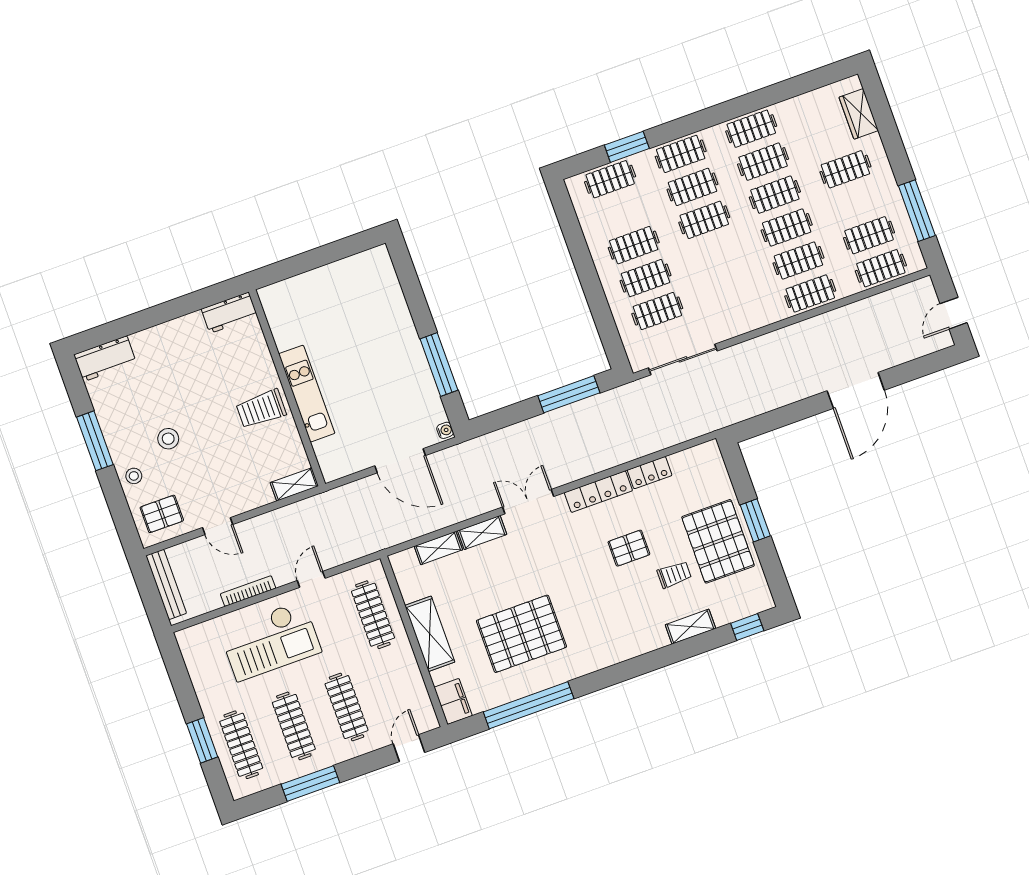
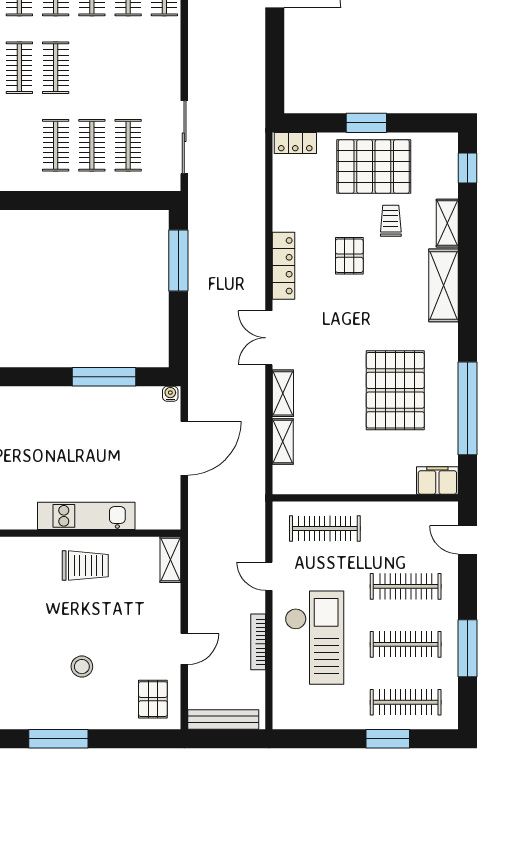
trolley: (261, 409) -> (85, 566), turned -90
locker: (650, 473) -> (295, 143), moved, turned 90
stool: (134, 476) -> (106, 713), removed
shelving: (430, 634) -> (443, 285), moved, turned 90

